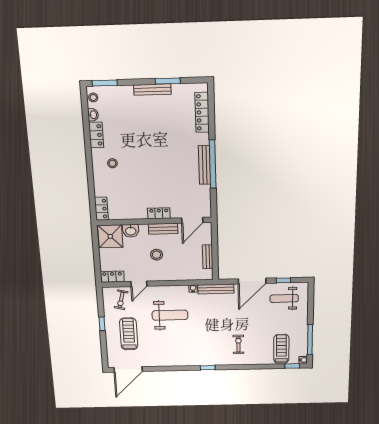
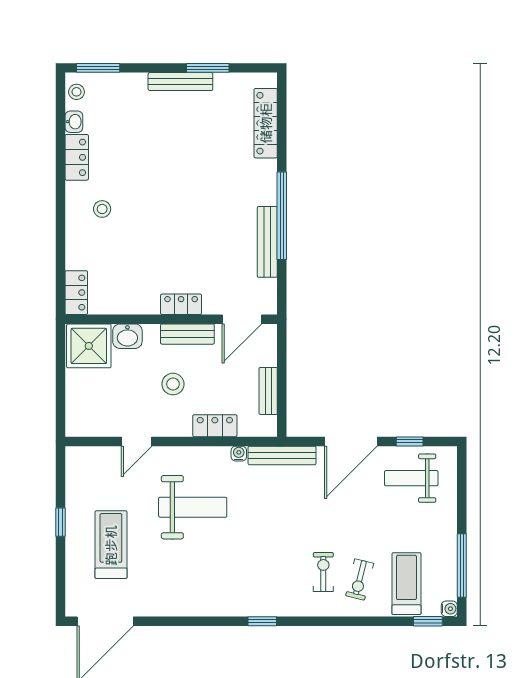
bench: (205, 165) -> (267, 242), moved
locker: (112, 277) -> (215, 426), moved
exercise bike: (121, 300) -> (360, 579), moved

